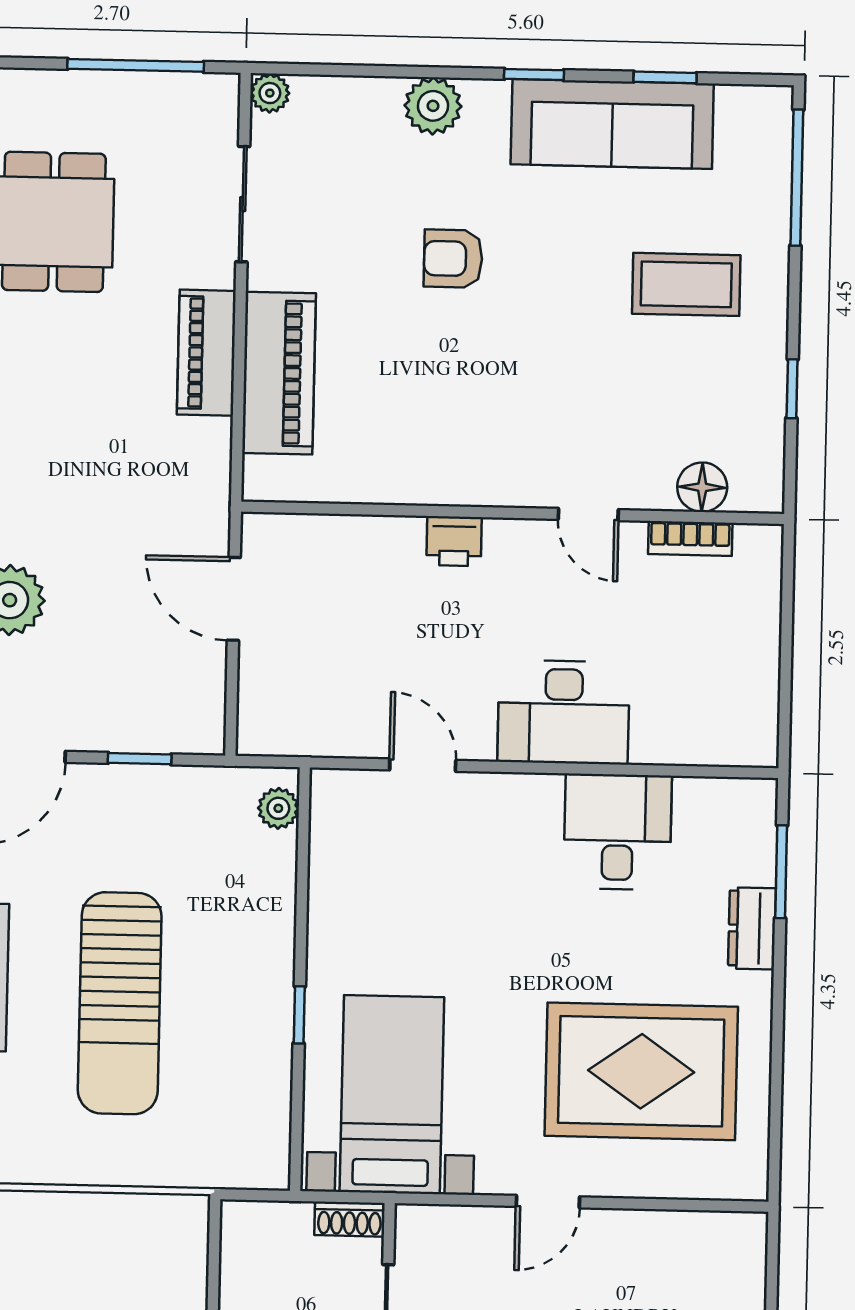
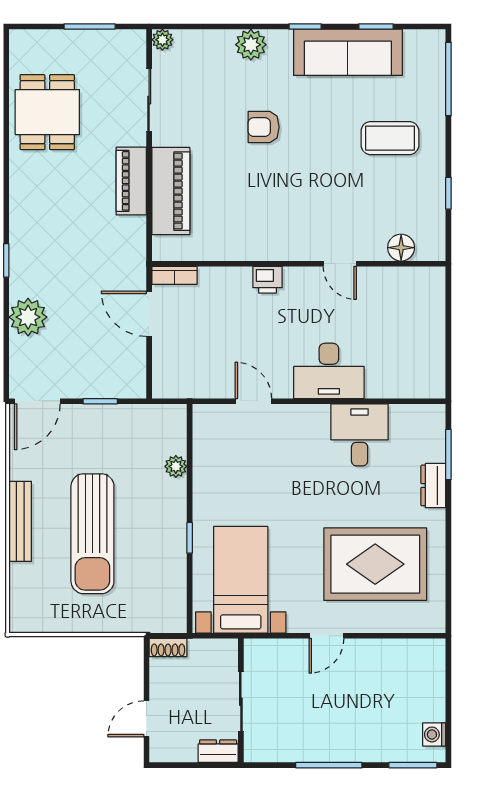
window: (136, 65) -> (90, 26), width x0.69
bookcase: (690, 538) -> (174, 275), moved
plant: (278, 808) -> (176, 466), moved
shoe rack: (350, 1219) -> (168, 648), moved

